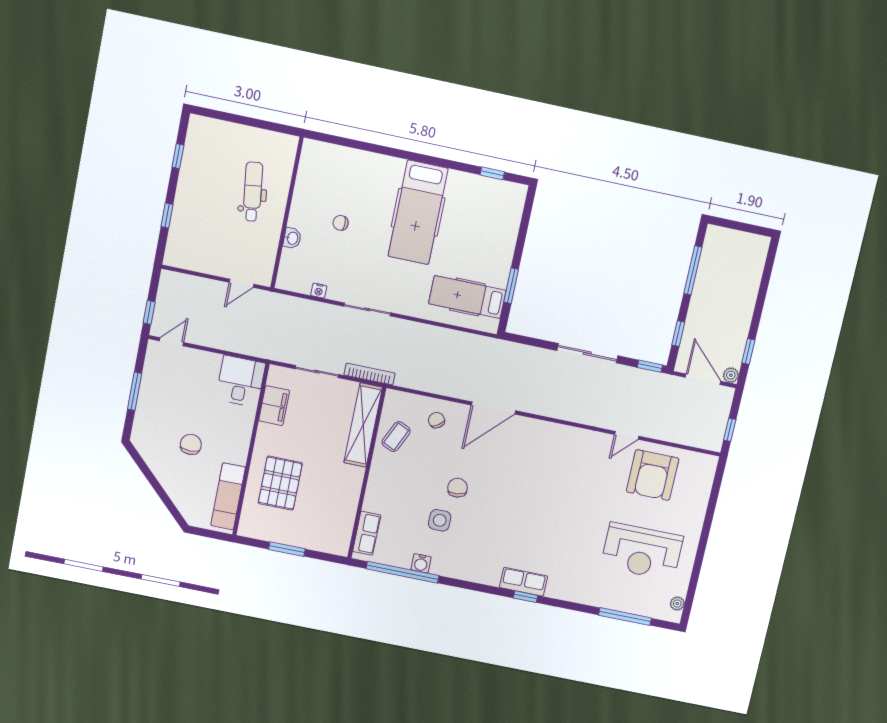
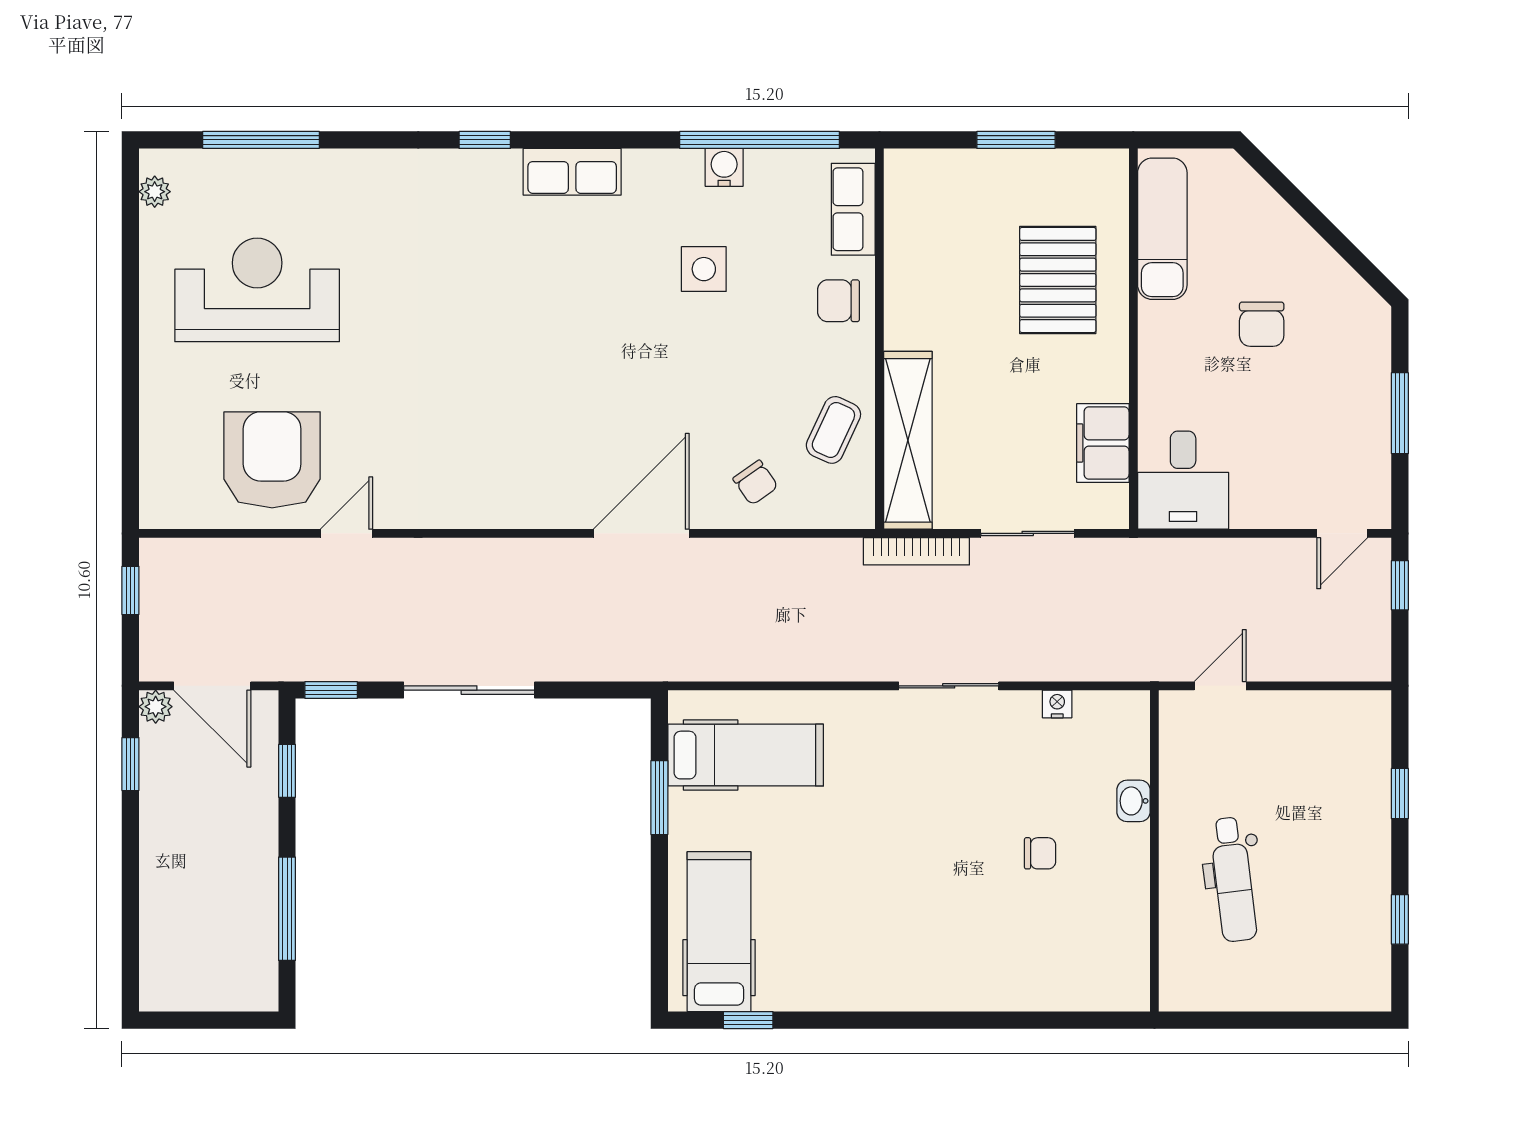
hospital bed: (418, 212) -> (719, 932), moved, width x0.73, depth x0.78
chair: (457, 488) -> (838, 301), moved, turned 97
row of seats: (524, 582) -> (572, 172), moved

